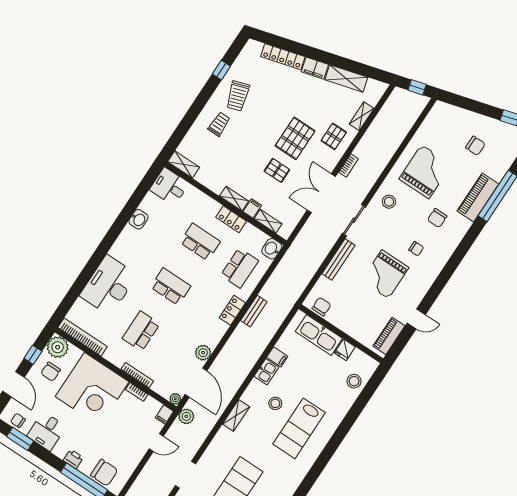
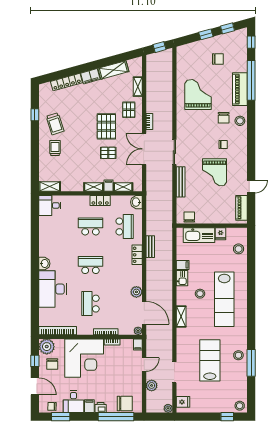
window: (481, 108) -> (206, 34), added
stool: (389, 202) -> (240, 121), moved
washbasin: (138, 219) -> (44, 264), moved
plant: (186, 416) -> (152, 385), moved
lab bench: (299, 428) -> (224, 299), width x1.36
filing cabinet: (61, 449) -> (89, 406), added

